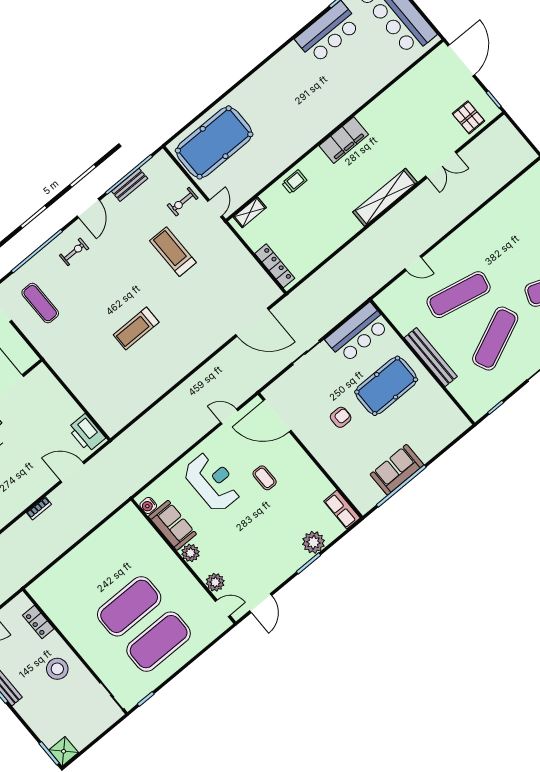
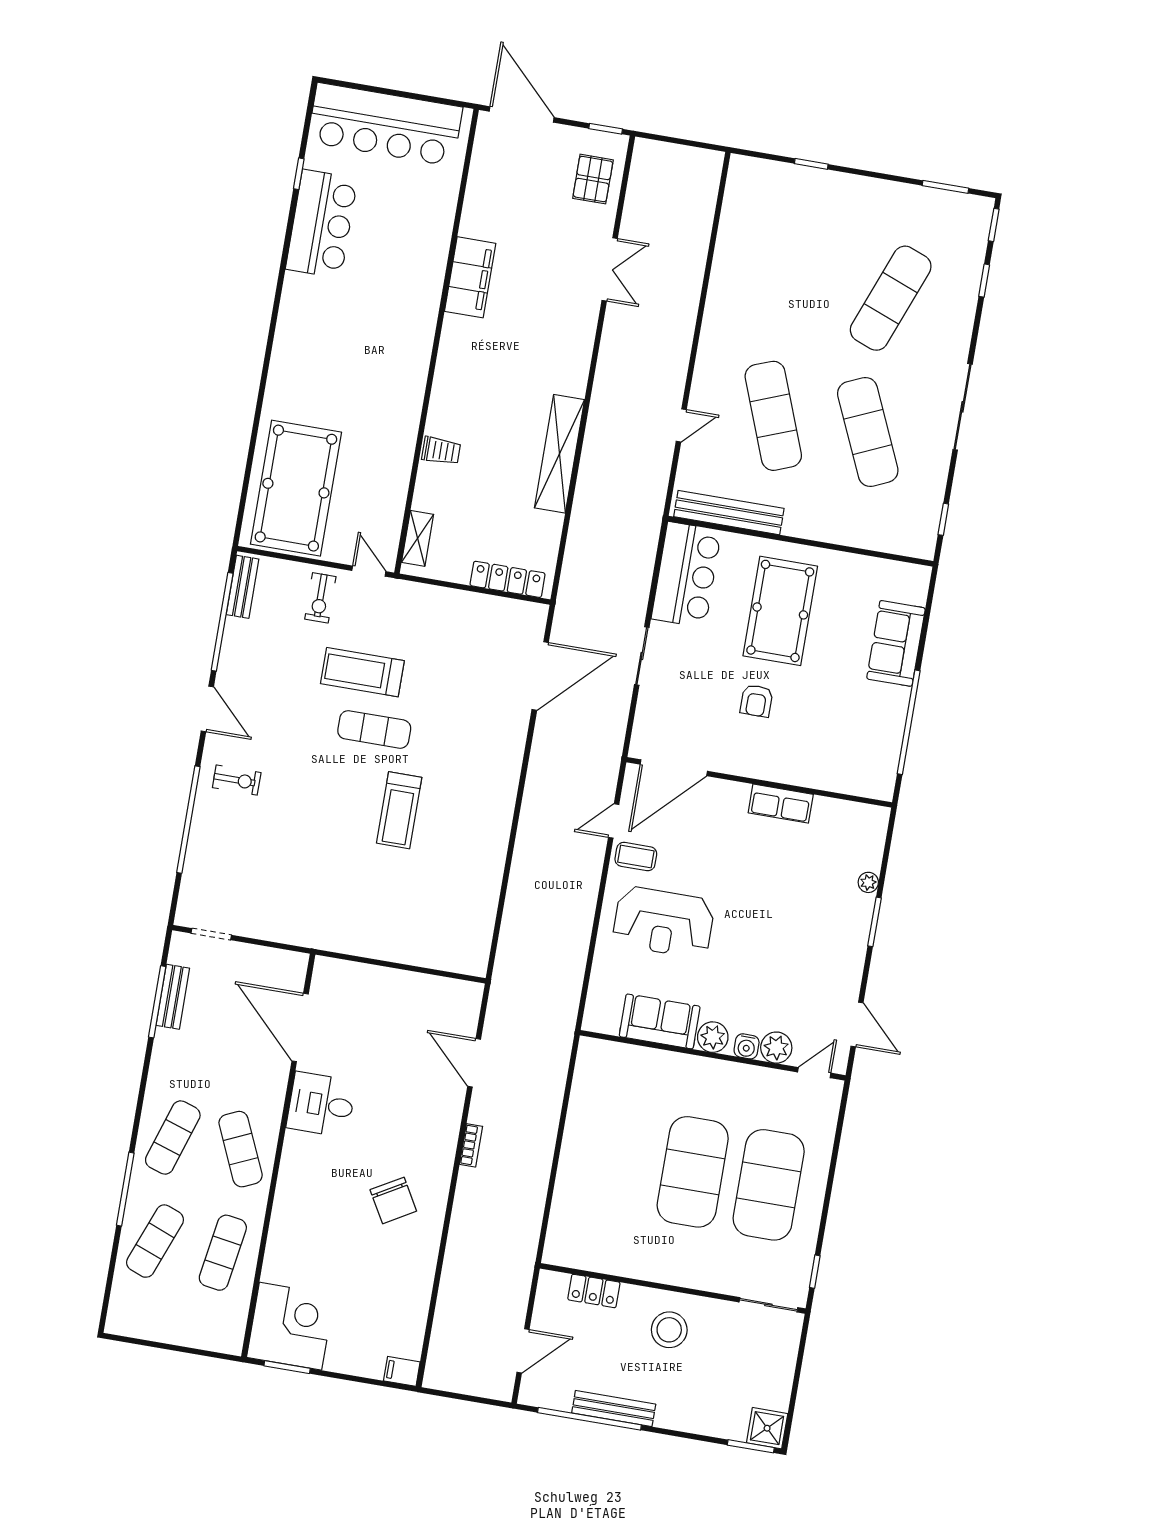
pallet: (469, 117) -> (593, 179), turned 90
filing cabinet: (344, 140) -> (470, 277), moved
trolley: (294, 182) -> (441, 451), turned 90
bench: (130, 185) -> (243, 587), moved
shelving: (385, 197) -> (559, 454), moved
exercise bike: (74, 252) -> (237, 780), turned 90
exercise mat: (459, 295) -> (773, 416), turned -33
exercise mat: (40, 303) -> (374, 729), moved
bench: (431, 357) -> (729, 513), moved
armchair: (341, 417) -> (756, 701), turned 180
printer: (87, 433) -> (450, 997), removed
sofa: (397, 470) -> (896, 643), moved
door: (72, 472) -> (474, 1063), hinge flipped
coffee table: (265, 478) -> (636, 857), moved
reception desk: (213, 482) -> (664, 922), turned 180
water cooler: (148, 505) -> (747, 1046), moved
row of seats: (342, 510) -> (781, 804), moved
plant: (313, 542) -> (868, 882), width x0.53, depth x0.53

